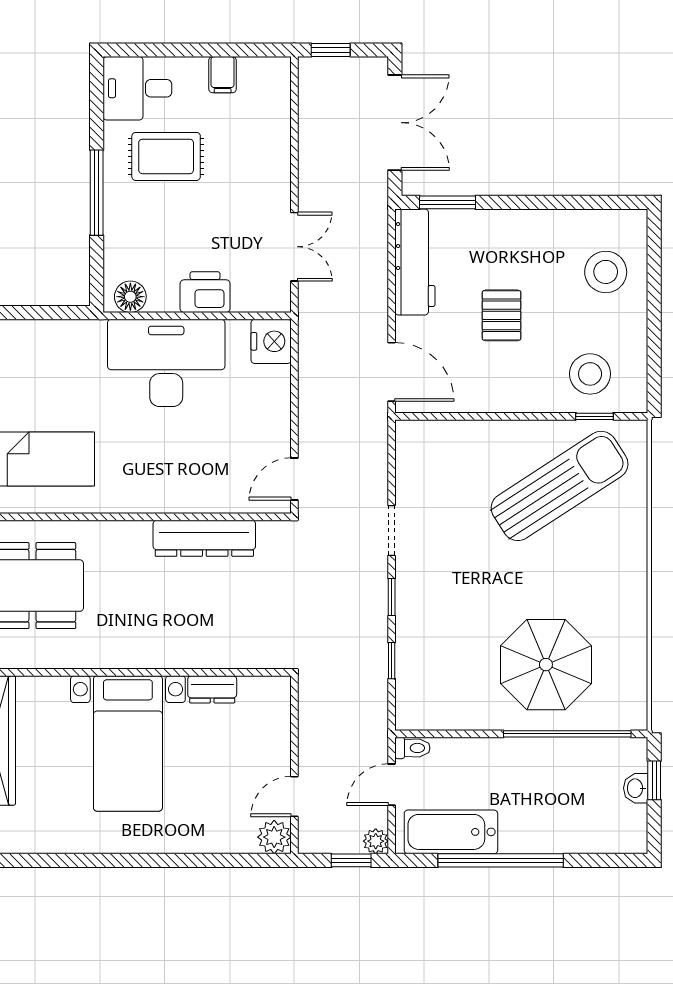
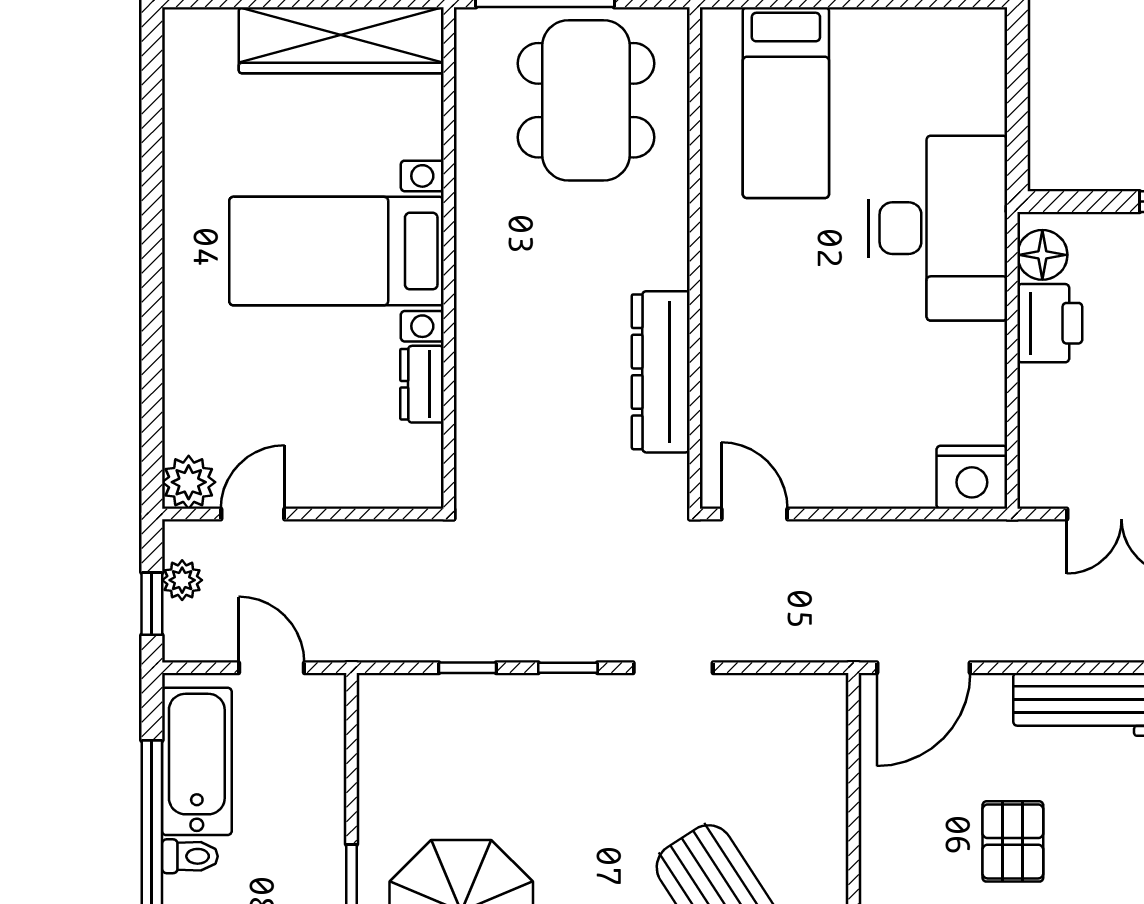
printer: (205, 292) -> (1050, 323), moved
pallet: (502, 315) -> (1013, 841), turned 90
desk: (166, 363) -> (938, 228), moved
toilet: (412, 748) -> (190, 856), moved, turned -90
door: (294, 796) -> (253, 514), hinge flipped
plant: (376, 841) -> (182, 580), moved

